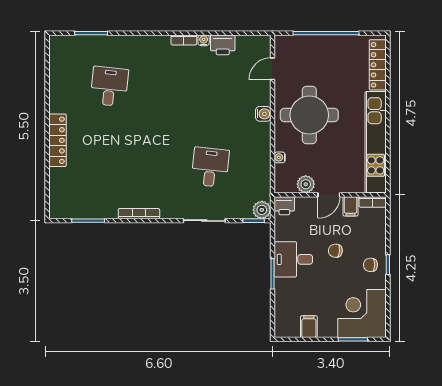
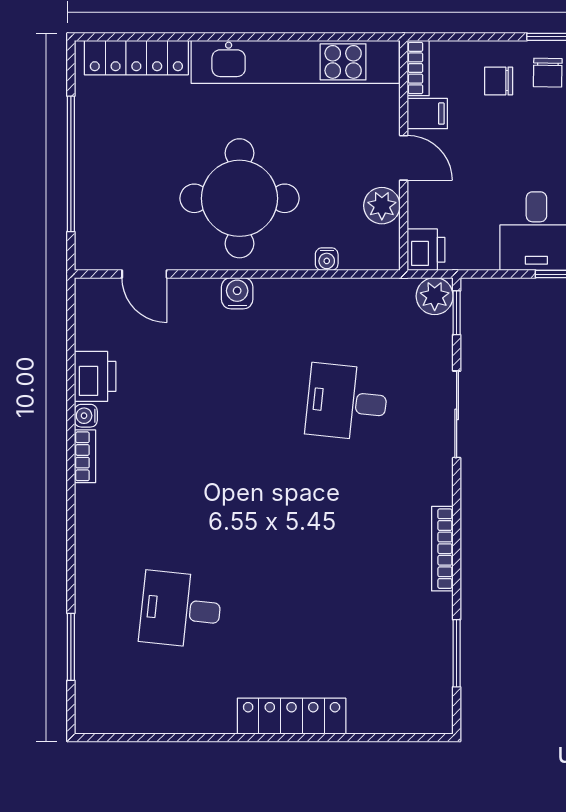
chair: (335, 251) -> (499, 81), moved, turned 83

